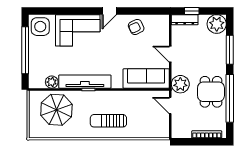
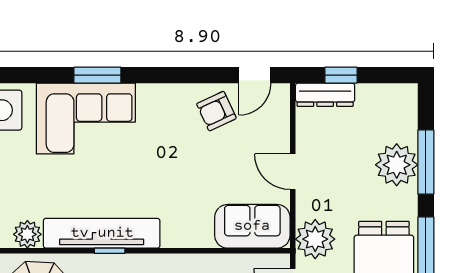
window: (83, 11) -> (97, 75), added
door: (109, 11) -> (255, 75), moved
plant: (217, 24) -> (397, 165), moved
sofa: (146, 78) -> (252, 226), width x0.73

